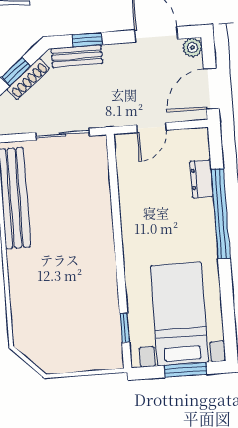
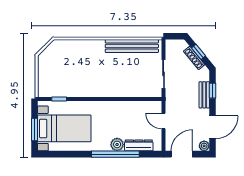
bench: (77, 56) -> (204, 95), moved
door: (211, 89) -> (182, 154), hinge flipped
dresser: (202, 179) -> (139, 145), width x1.44
plant: (202, 212) -> (117, 144), added

